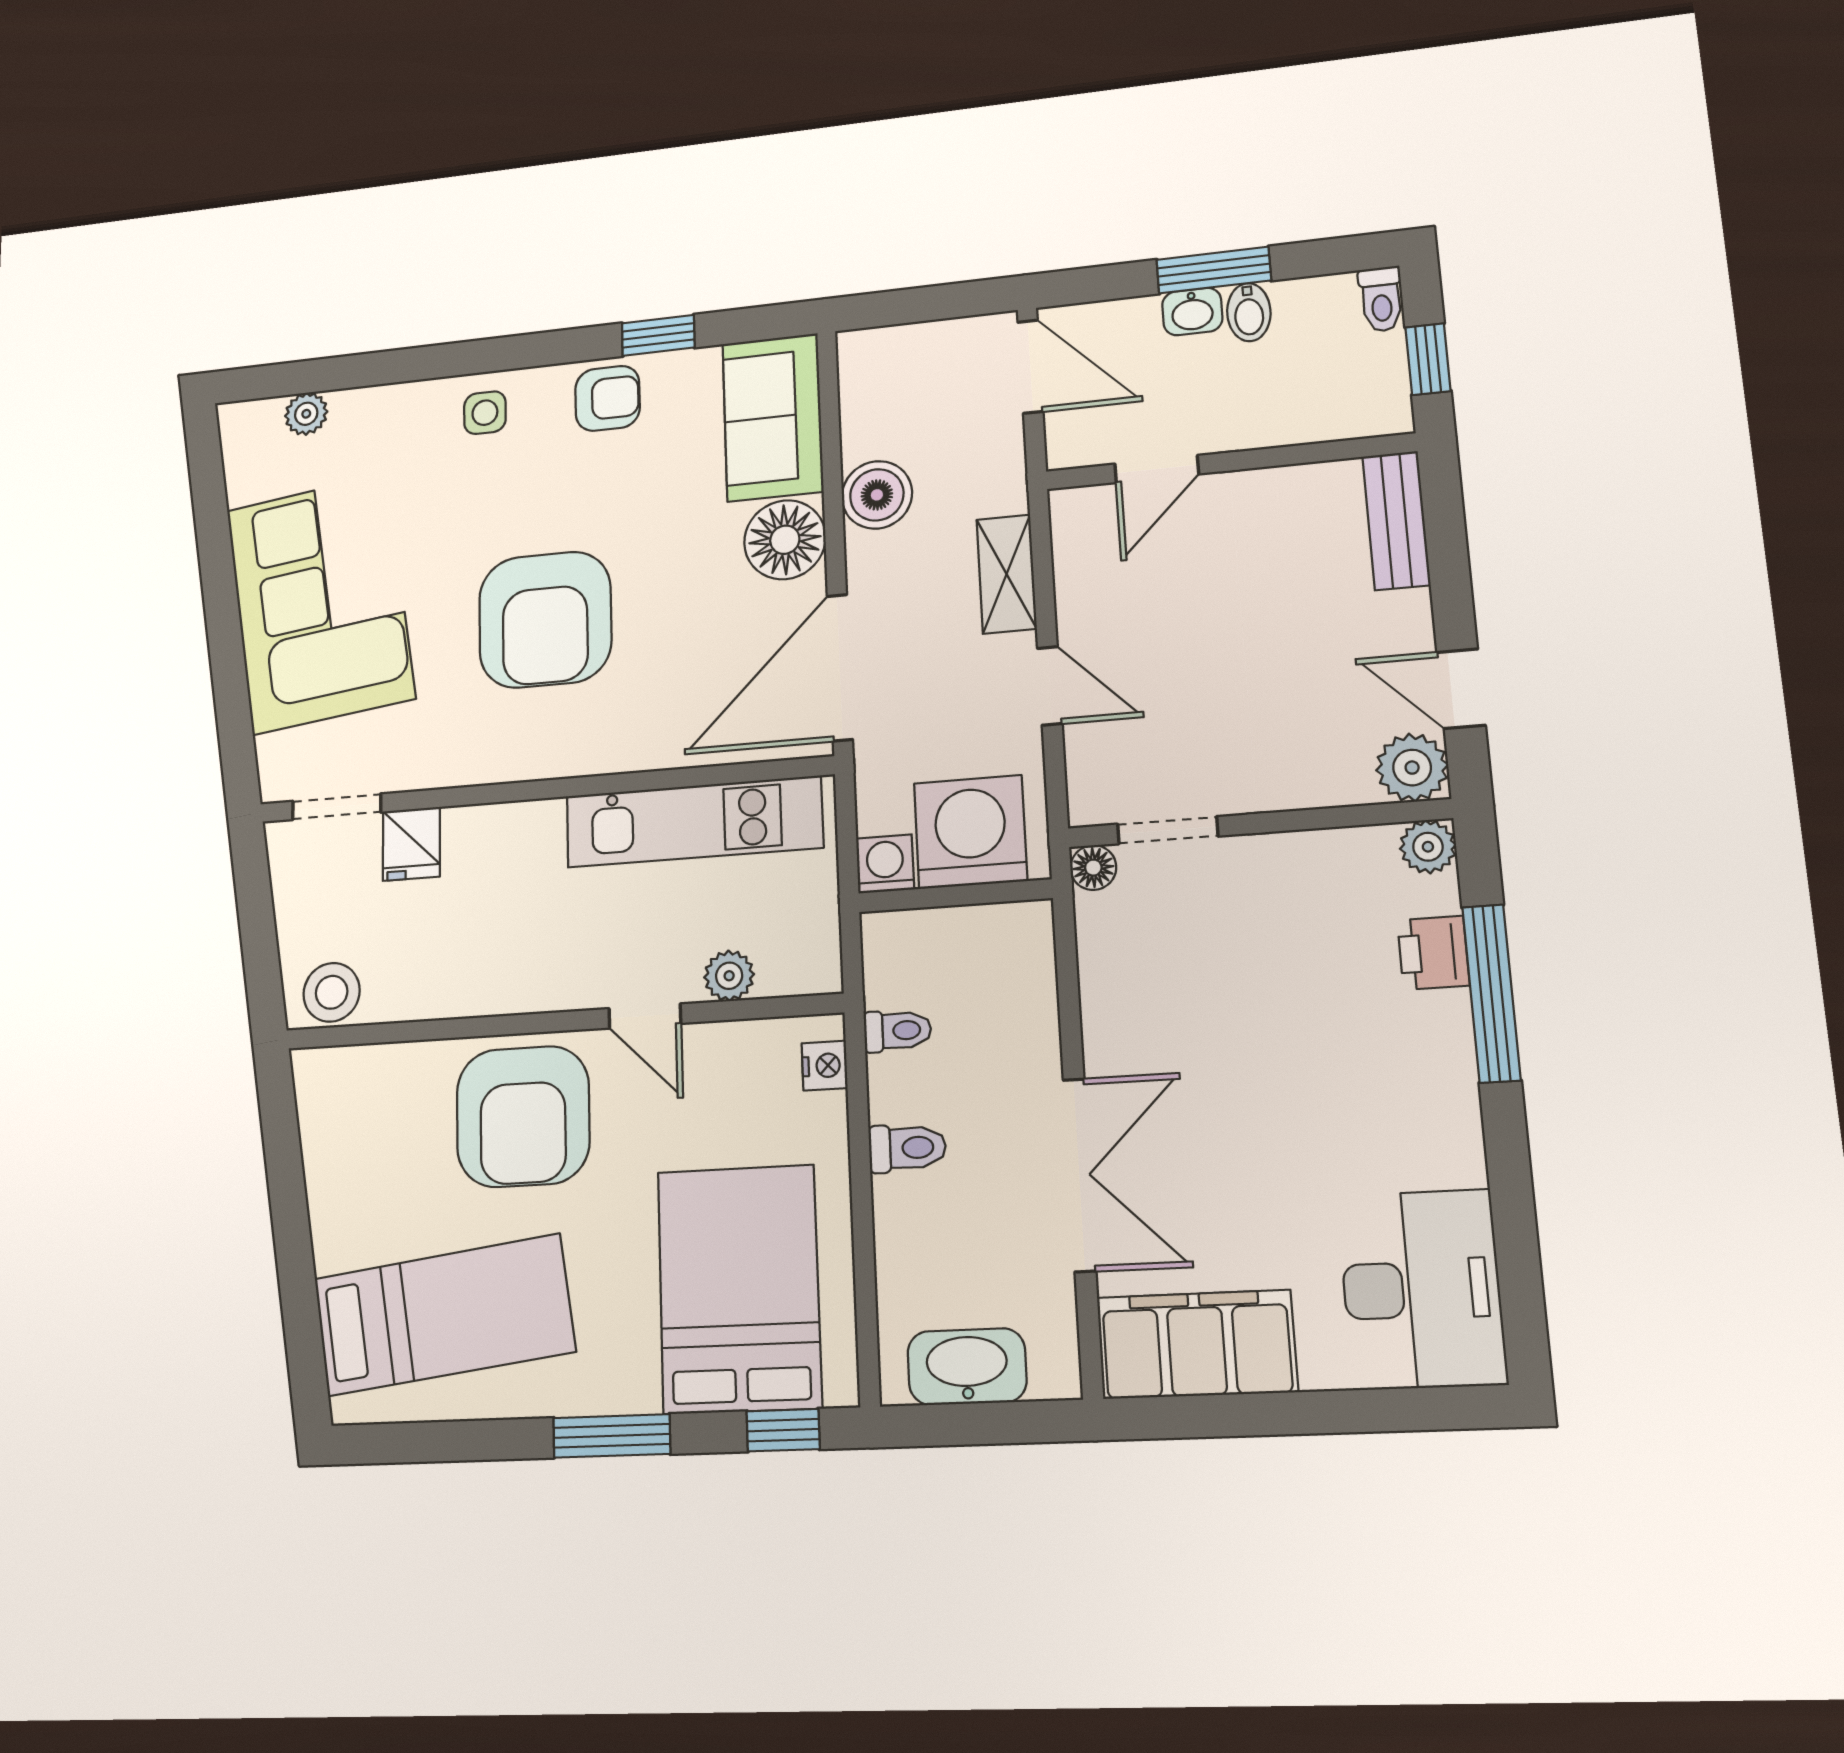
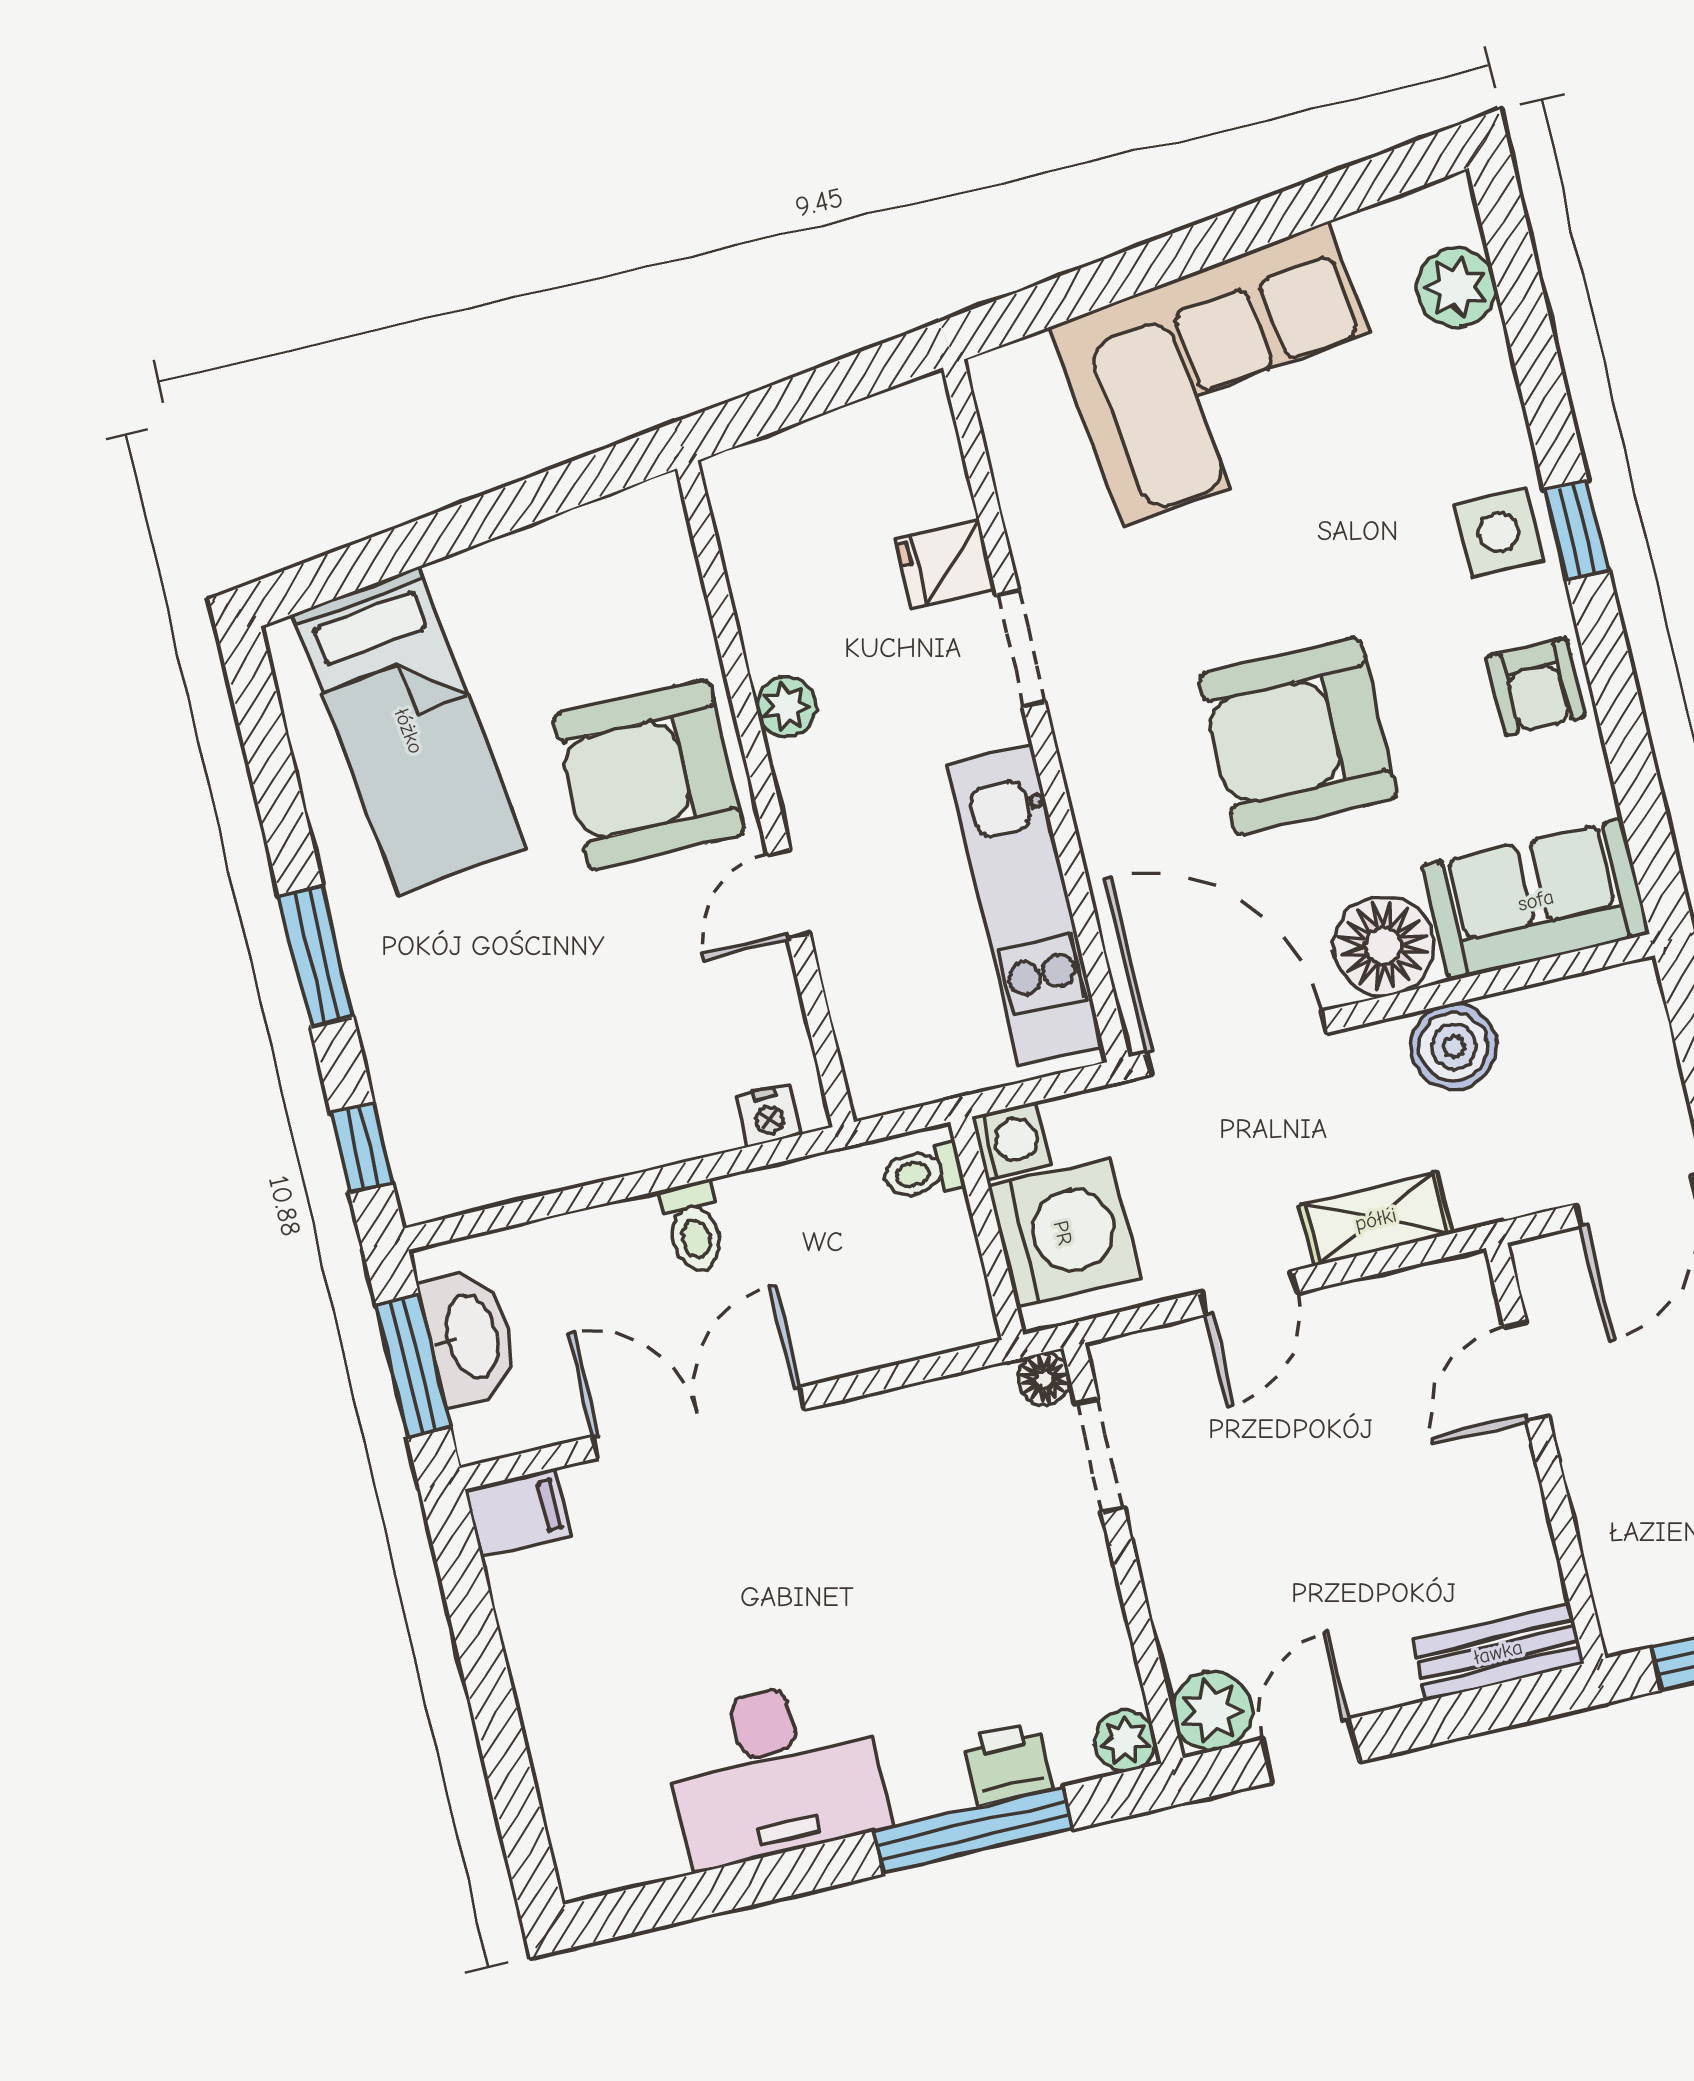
window: (658, 335) -> (1577, 530), moved
side table: (485, 413) -> (1499, 532), width x1.37, depth x1.37
plant: (306, 414) -> (1456, 287), width x1.38, depth x1.38
door: (1157, 469) -> (1526, 1371), hinge flipped
armchair: (545, 620) -> (1298, 736), moved
doorway: (337, 807) -> (1021, 649), moved
plant: (729, 976) -> (786, 707), moved
stool: (332, 992) -> (752, 506), removed
toilet: (897, 1031) -> (923, 1172), moved, turned 90
double door: (1079, 1175) -> (699, 1423), swing flipped
bed: (739, 1289) -> (504, 1068), removed
desk: (1422, 1289) -> (775, 1772), moved
filing cabinet: (1197, 1344) -> (518, 1513), width x0.33, depth x0.86
window: (983, 1424) -> (413, 1366), added

